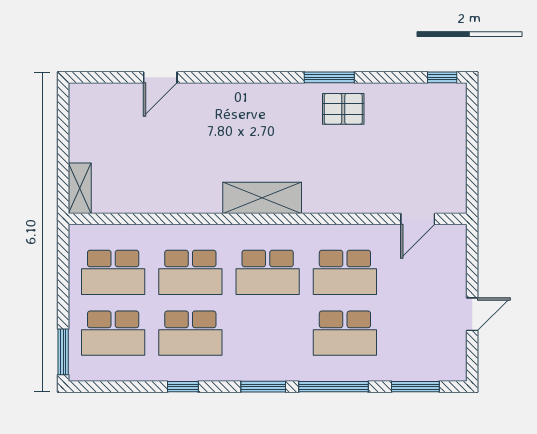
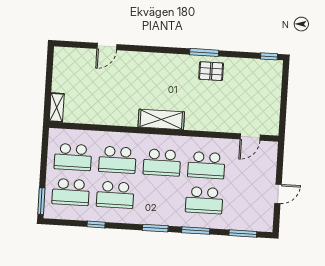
window: (183, 387) -> (96, 224), moved
window: (333, 387) -> (196, 231), width x0.69

